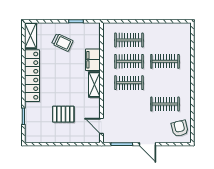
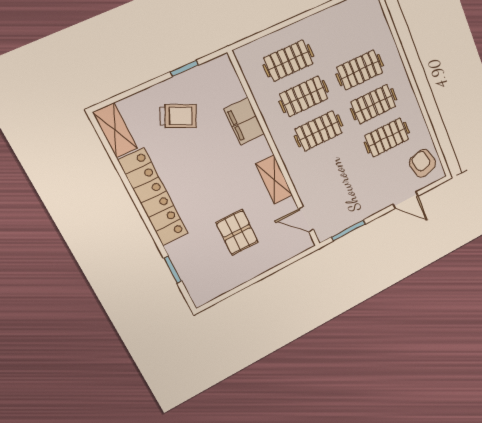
clothes rail: (165, 83) -> (374, 104), added
shelving: (94, 85) -> (274, 179), moved
pallet: (63, 114) -> (237, 232), turned 90
door: (148, 144) -> (406, 200), moved

